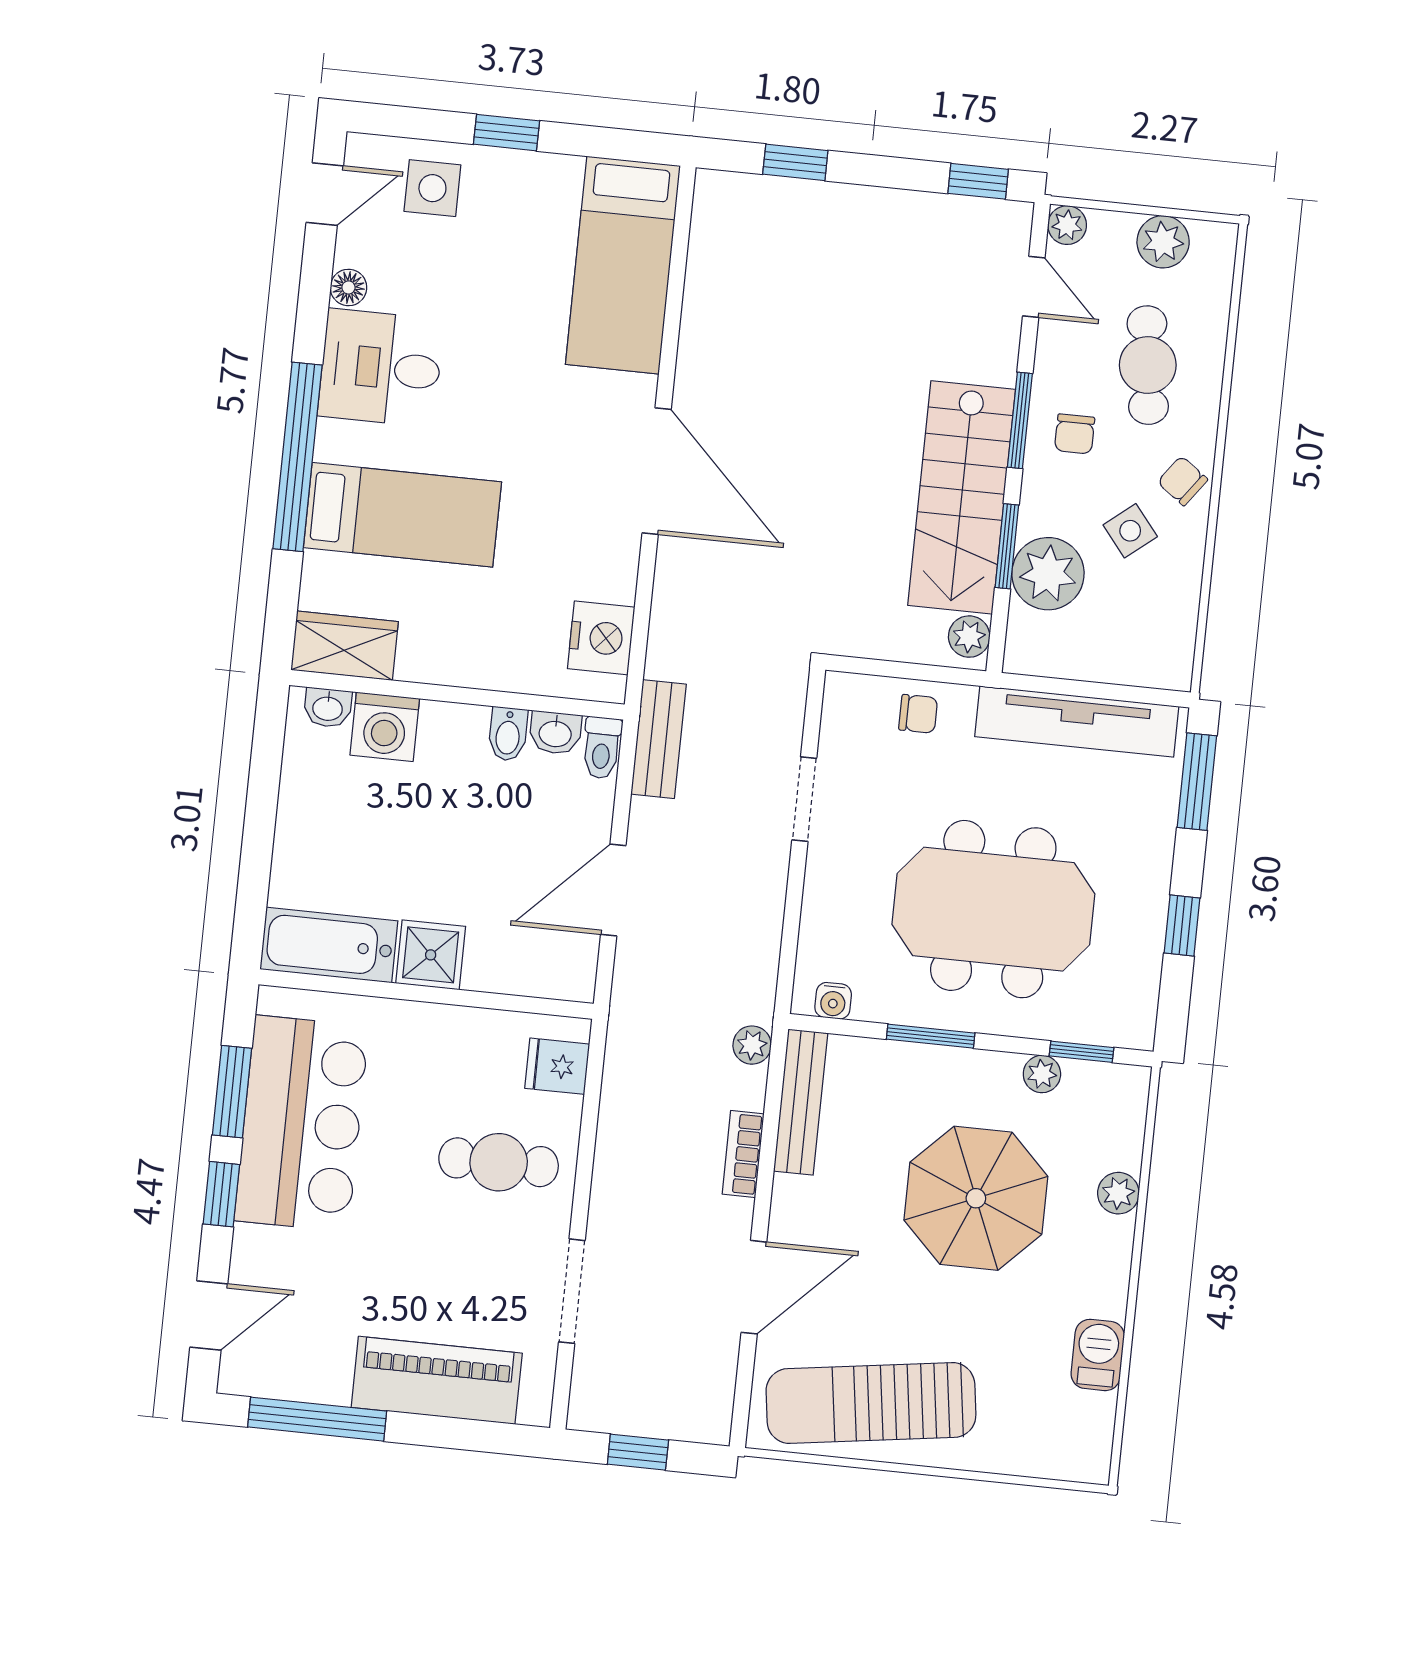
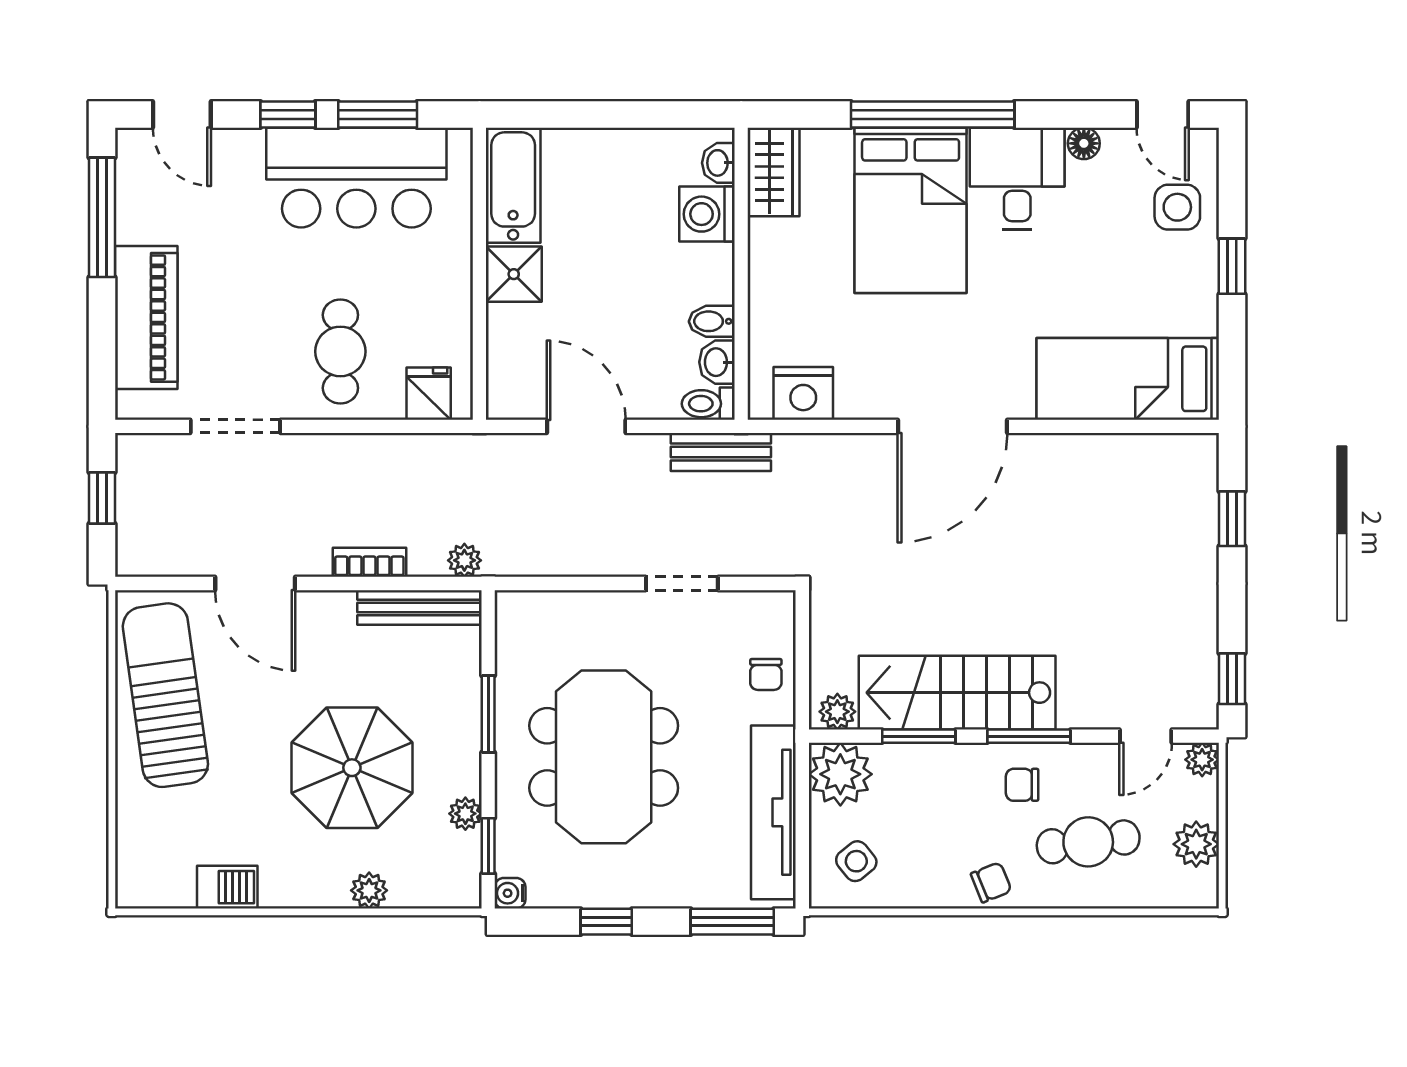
chair: (1183, 481) -> (991, 882), turned 32
bed: (402, 515) -> (911, 210), width x1.50
side table: (1130, 531) -> (856, 861), moved
plant: (1048, 574) -> (840, 774), moved
water cooler: (833, 1001) -> (510, 893), moved

